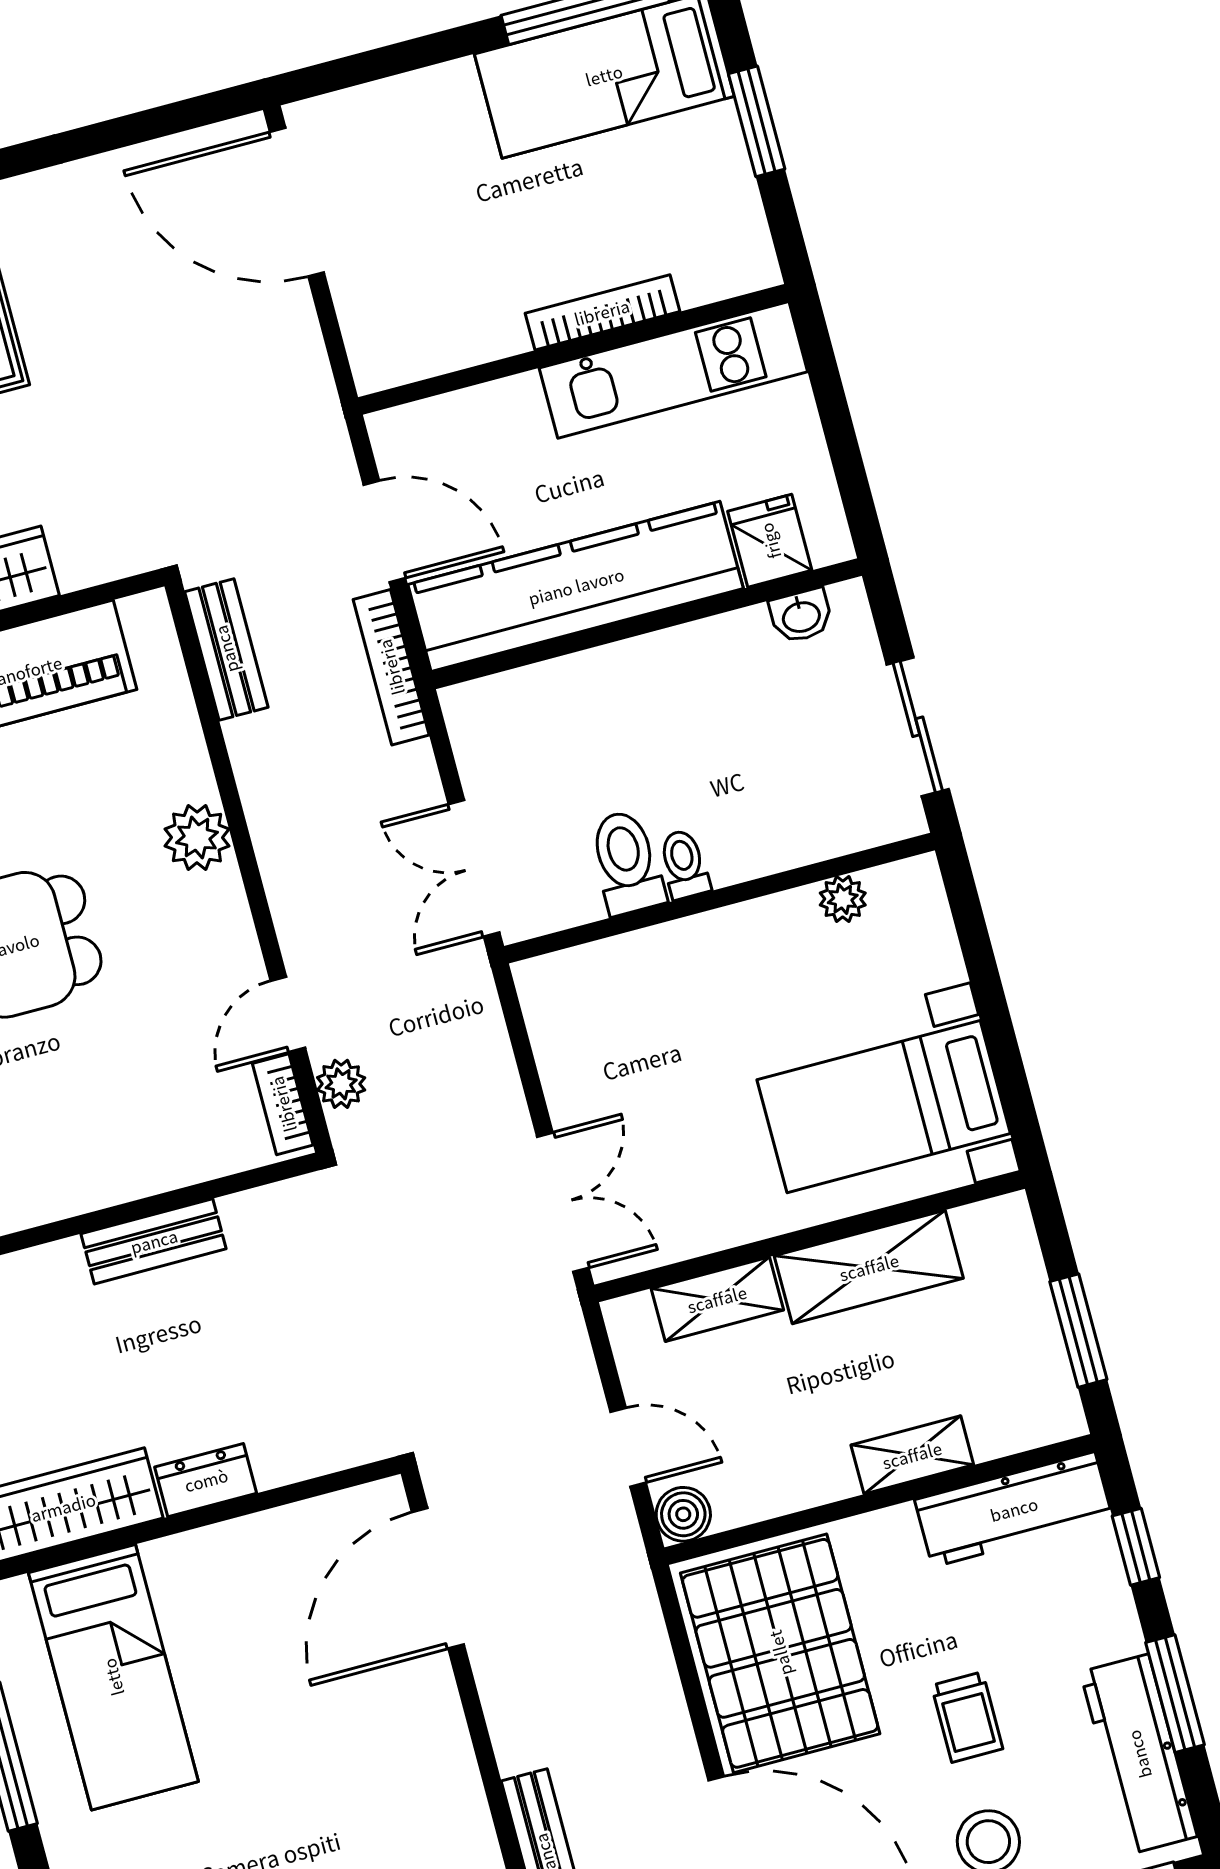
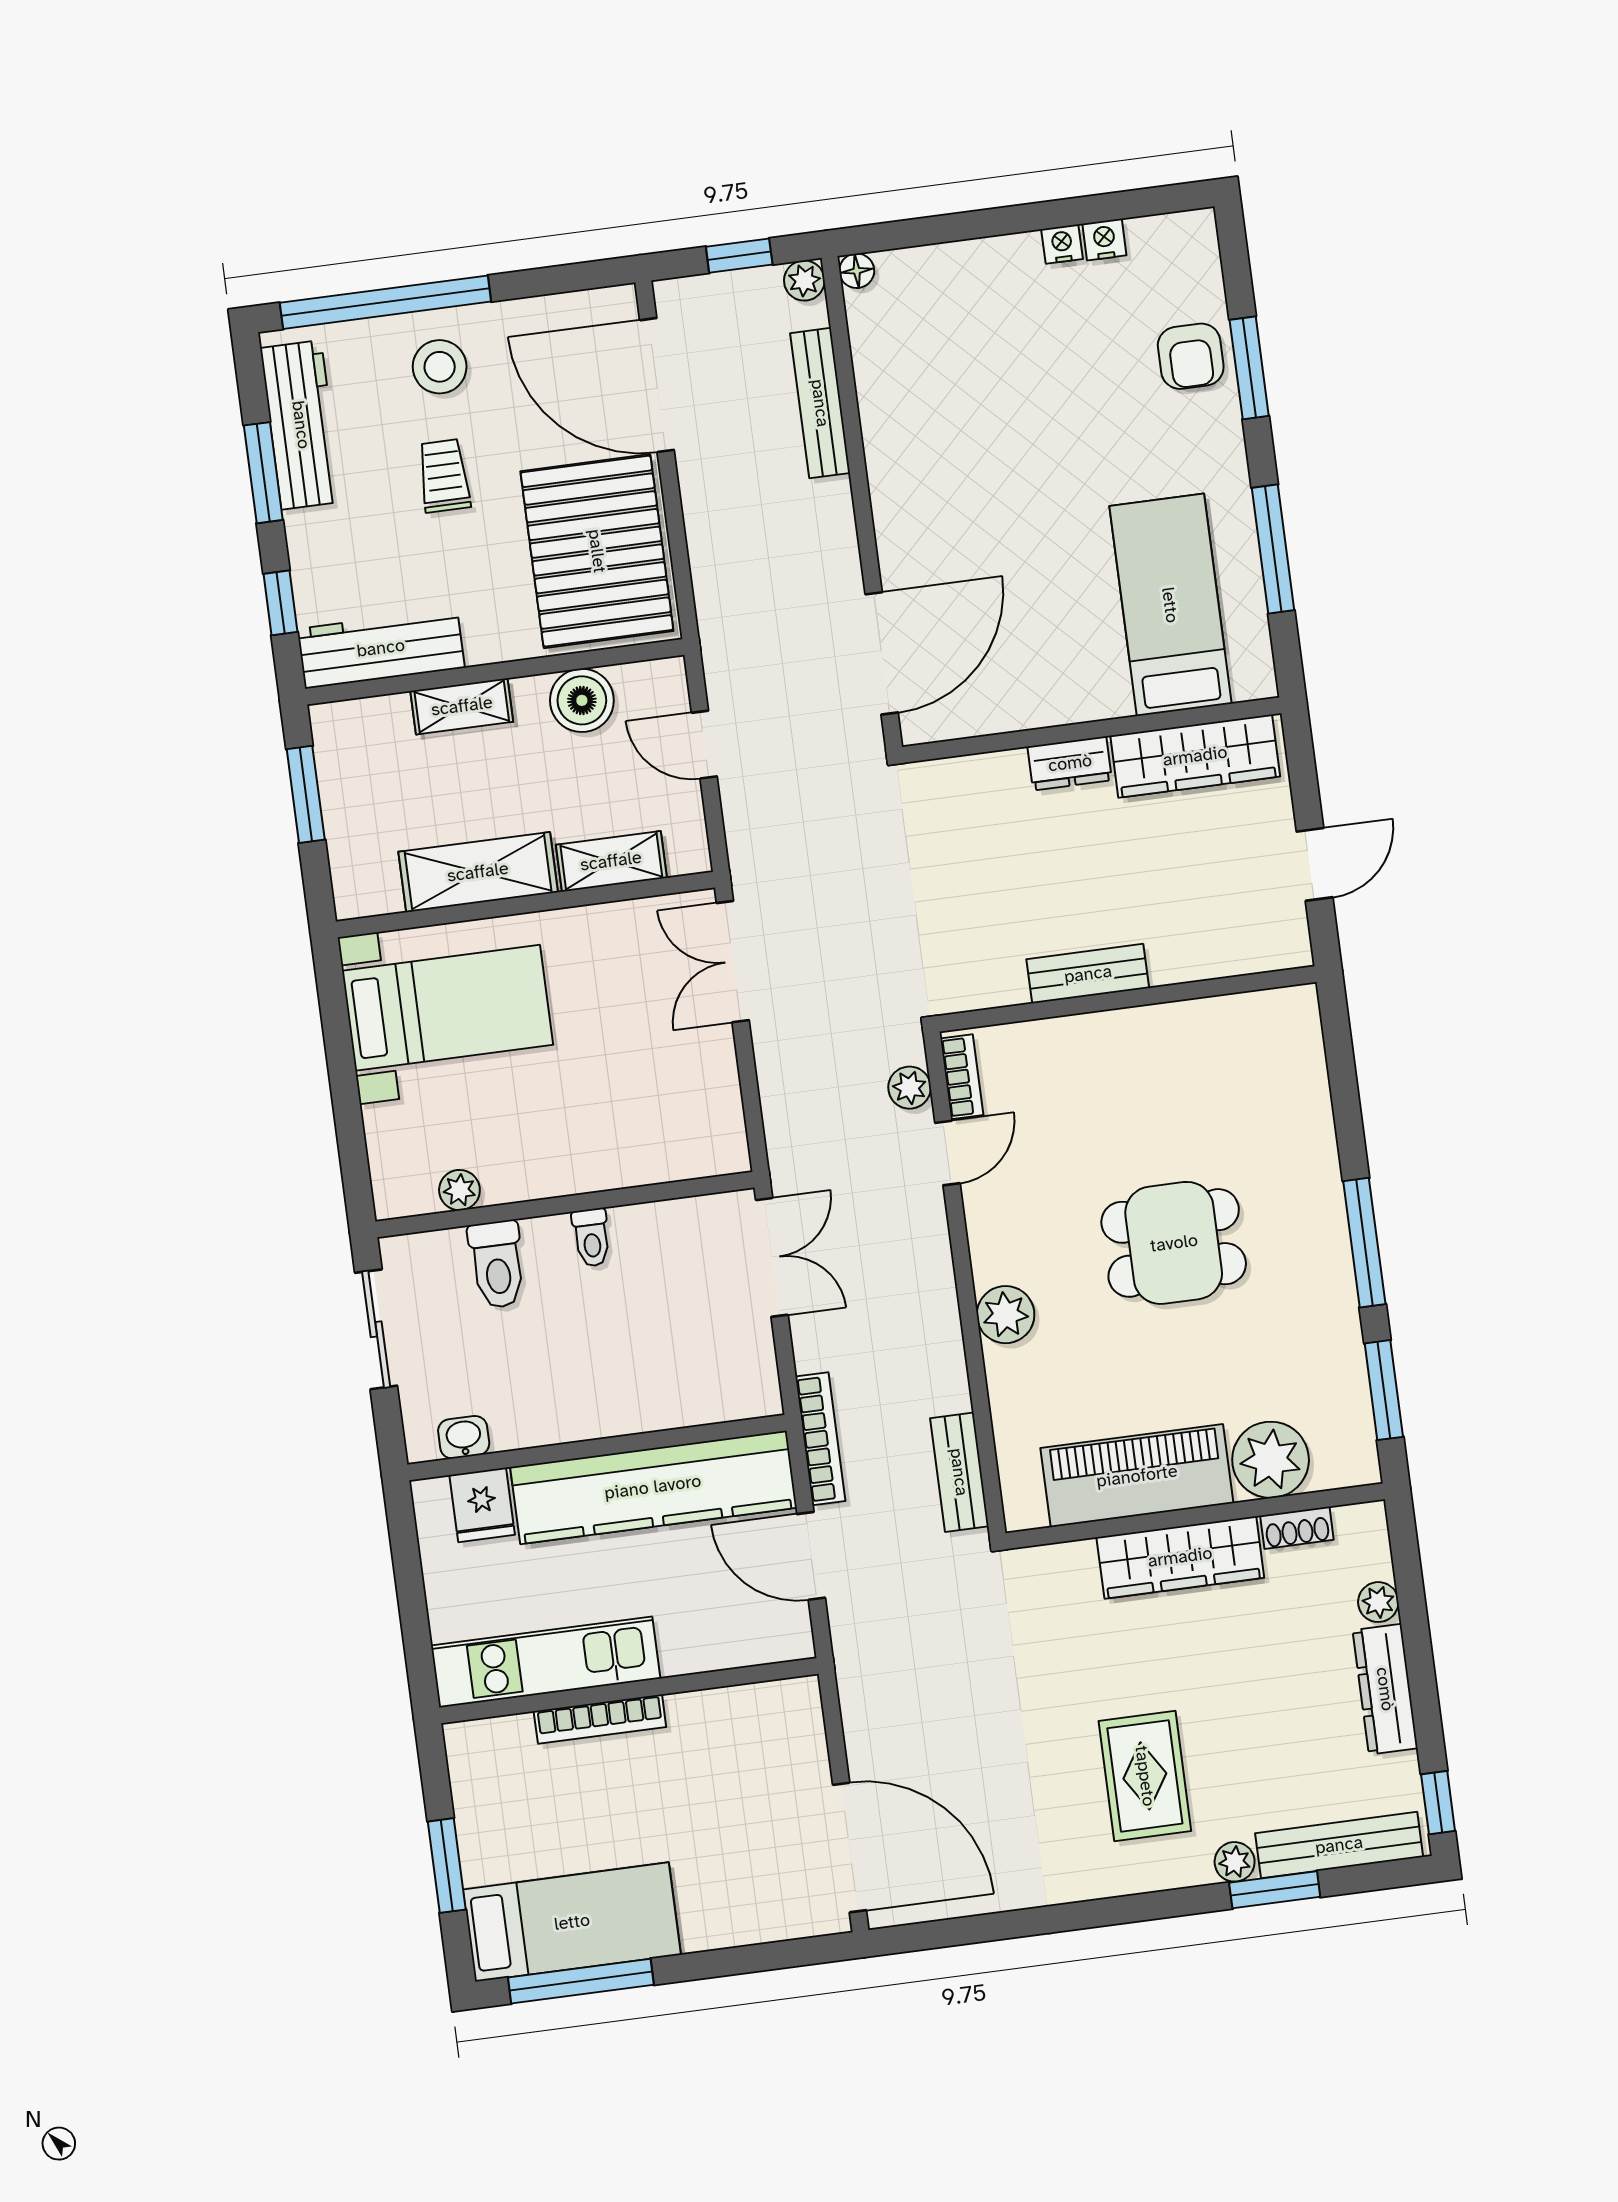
toilet: (627, 862) -> (497, 1264), moved
boiler: (683, 1514) -> (582, 700), moved, width x1.36, depth x1.36

